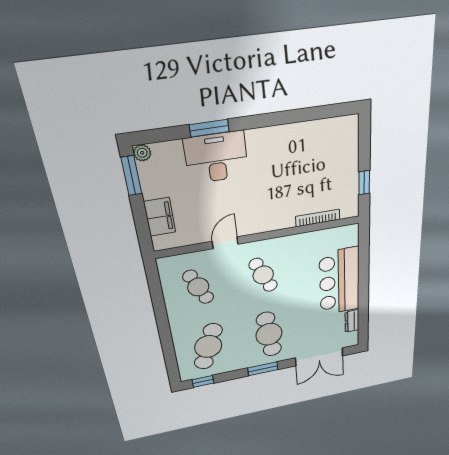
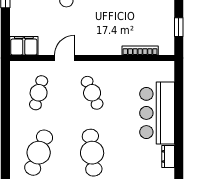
filing cabinet: (160, 217) -> (24, 46), moved, turned -90
cafe table: (198, 287) -> (39, 93), turned 39

